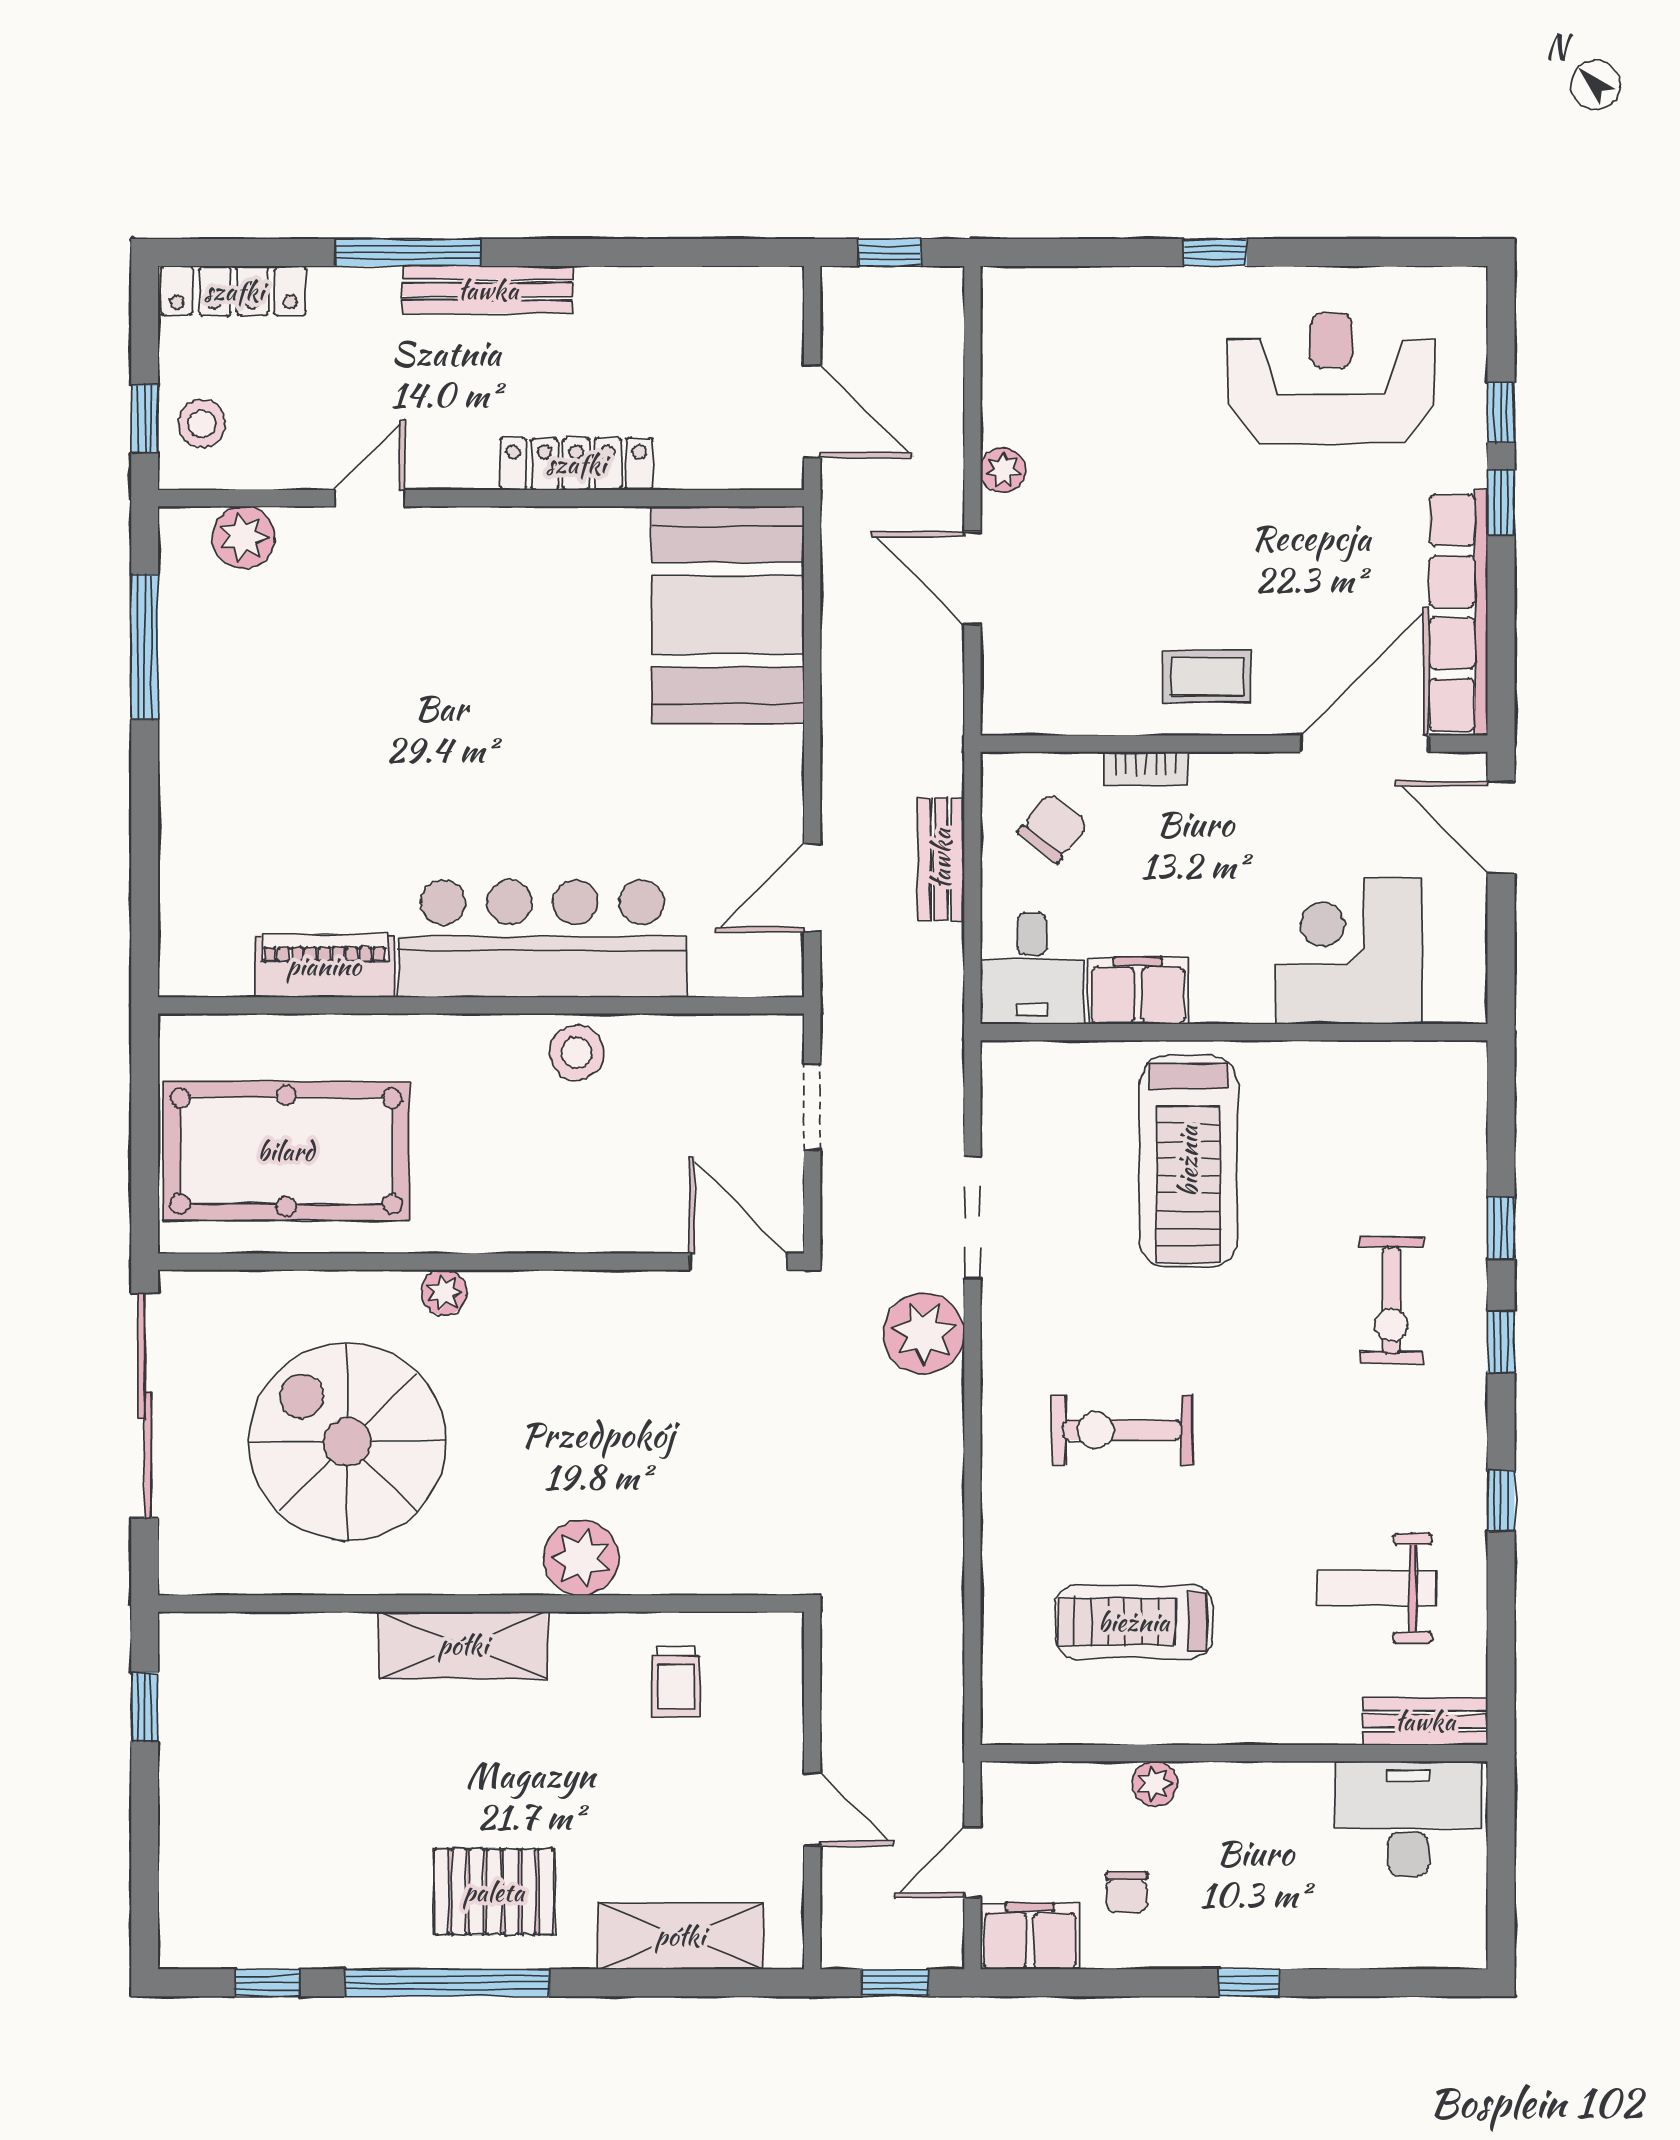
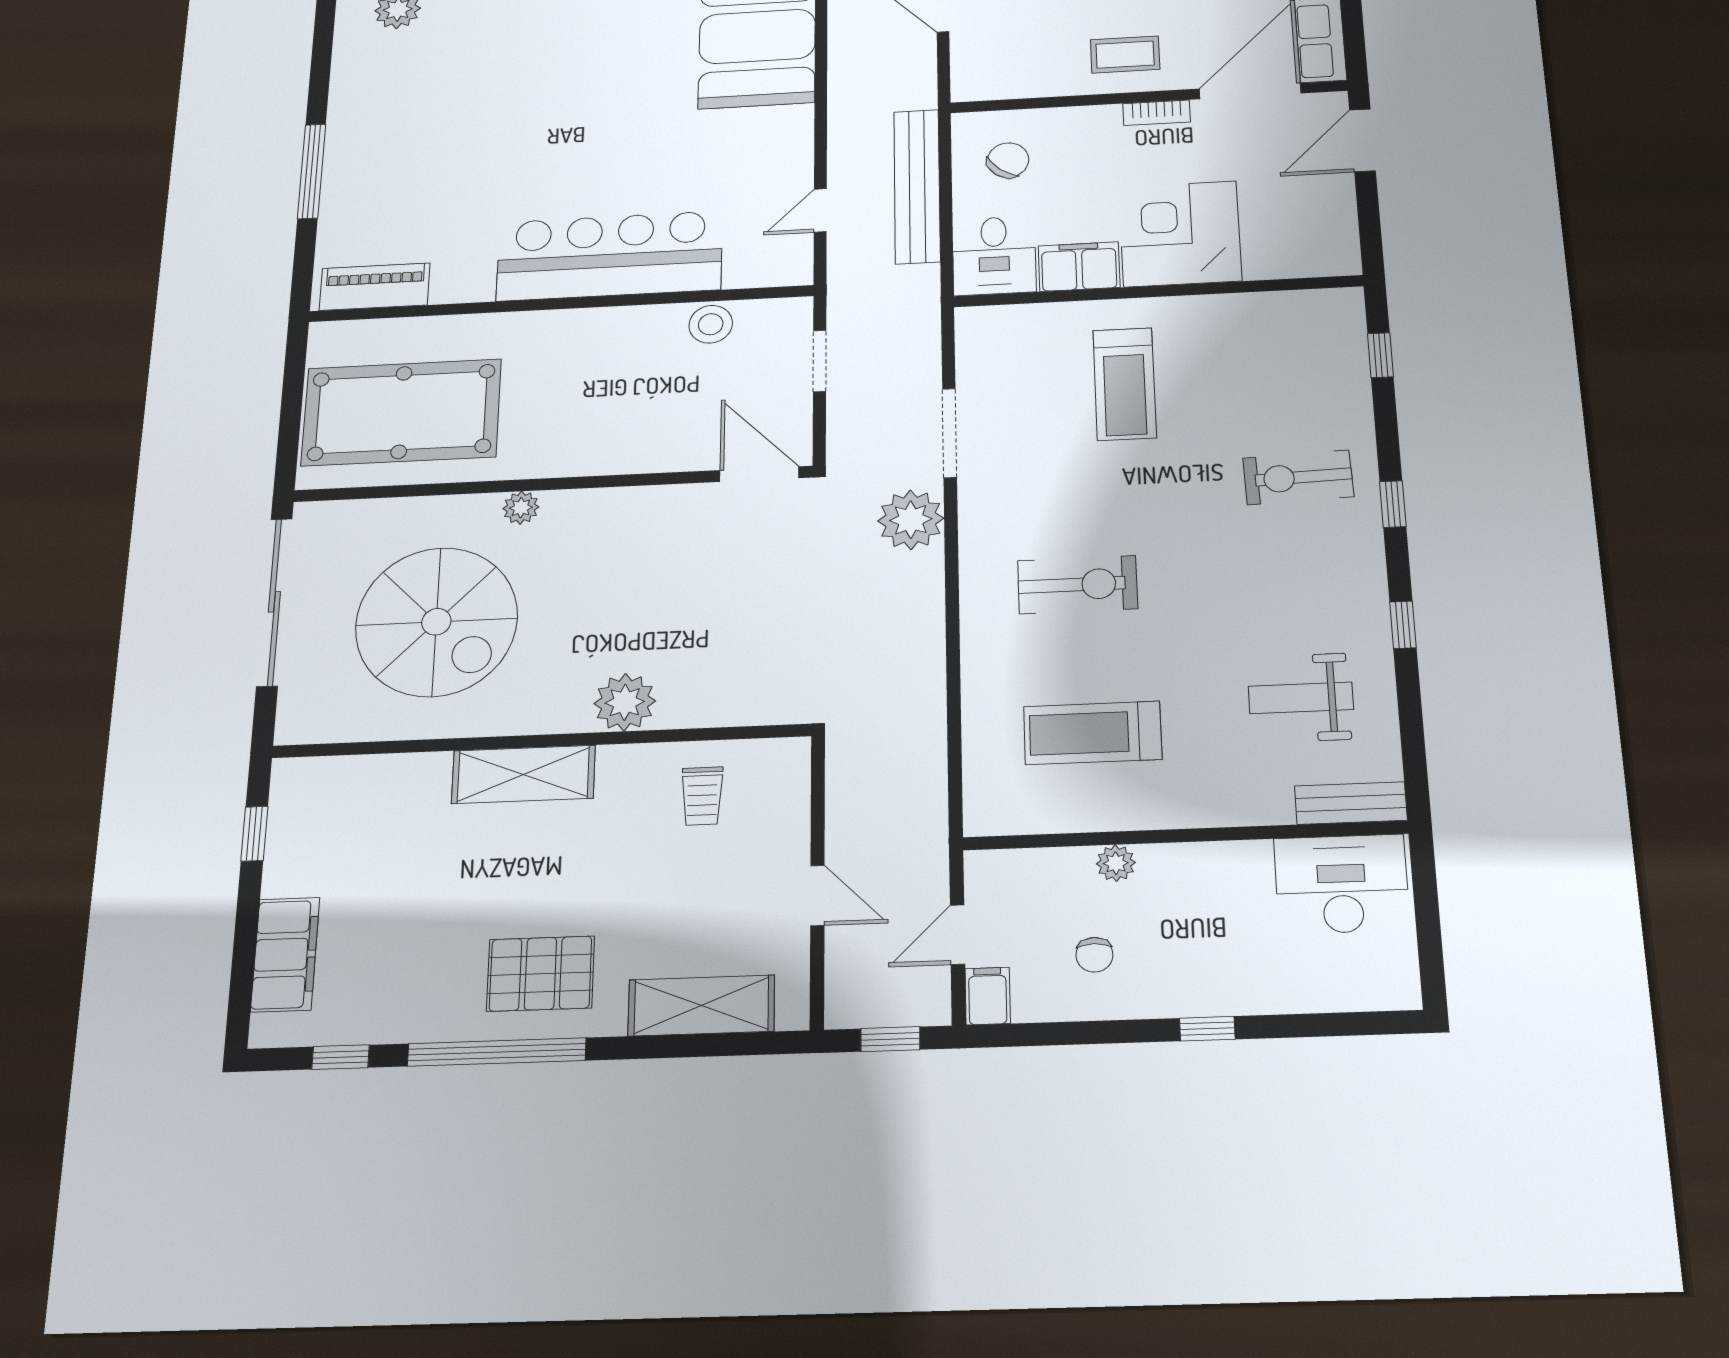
window: (145, 647) -> (312, 171), moved
bookcase: (1146, 769) -> (1156, 113), moved
door: (1501, 827) -> (1362, 140), hinge flipped
bench: (941, 859) -> (917, 186), width x1.86, depth x1.21
door: (812, 888) -> (820, 210), width x0.73
corner desk: (1349, 951) -> (1180, 234), moved
piano: (324, 966) -> (375, 287), moved
stool: (577, 1053) -> (711, 324), moved
treadmill: (1188, 1161) -> (1125, 384), width x0.73, depth x0.73
window: (1501, 1228) -> (1380, 355), moved
exercise bike: (1391, 1301) -> (1298, 477), turned 88
exercise bike: (1122, 1430) -> (1078, 585), turned 180
spiral stairs: (347, 1442) -> (436, 622), turned 180
filing cabinet: (193, 1858) -> (285, 955), added
filing cabinet: (1030, 1936) -> (988, 996), width x0.50

